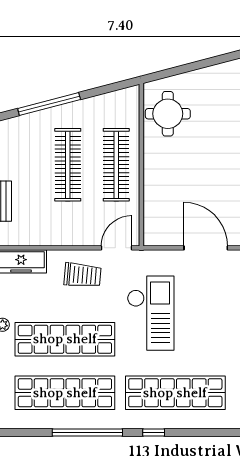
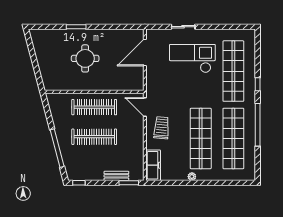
round table: (168, 114) -> (85, 58), moved
checkout: (151, 313) -> (192, 58), moved

